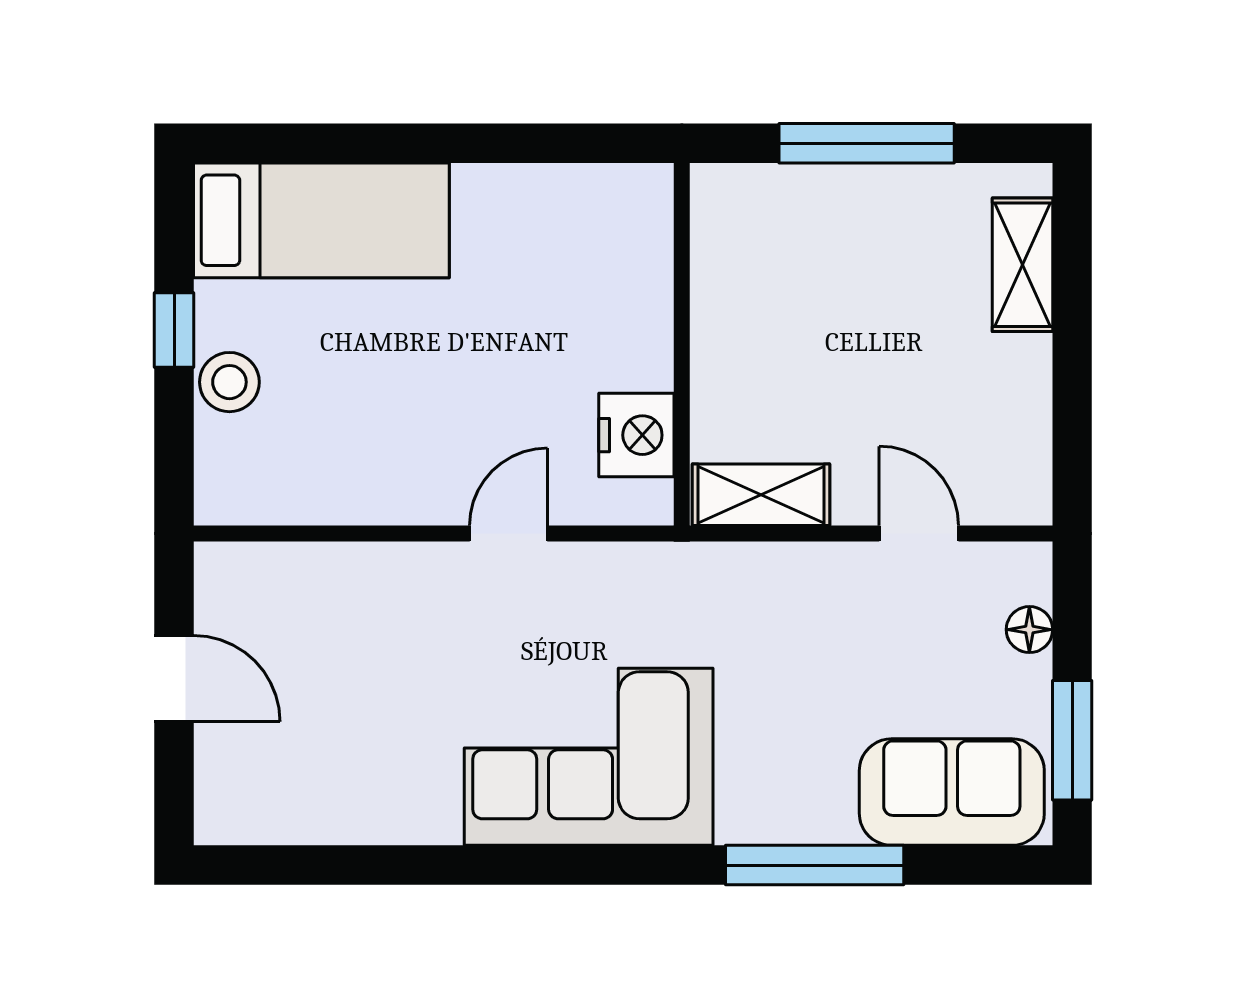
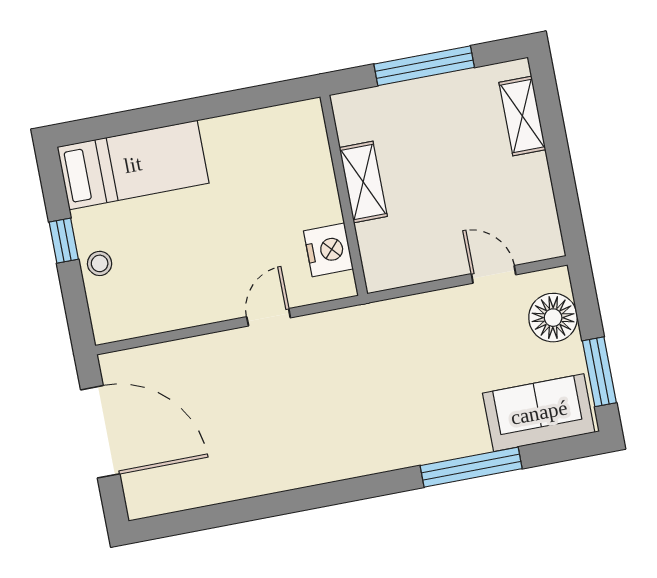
stool: (229, 382) -> (100, 263), width x0.73, depth x0.73
shelving: (761, 495) -> (363, 182), moved, turned 90
floor lamp: (1029, 630) -> (553, 318), width x1.89, depth x1.89
door: (174, 679) -> (100, 432), width x1.87
corner sofa: (589, 757) -> (336, 431), removed

